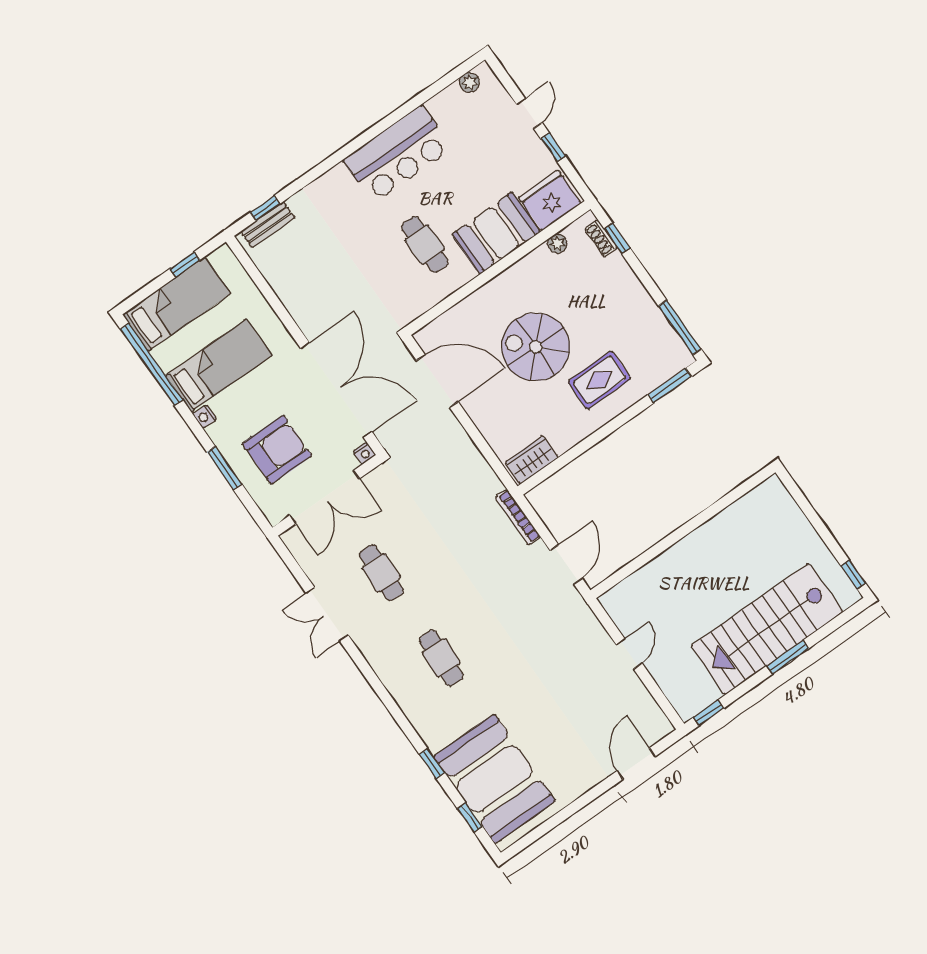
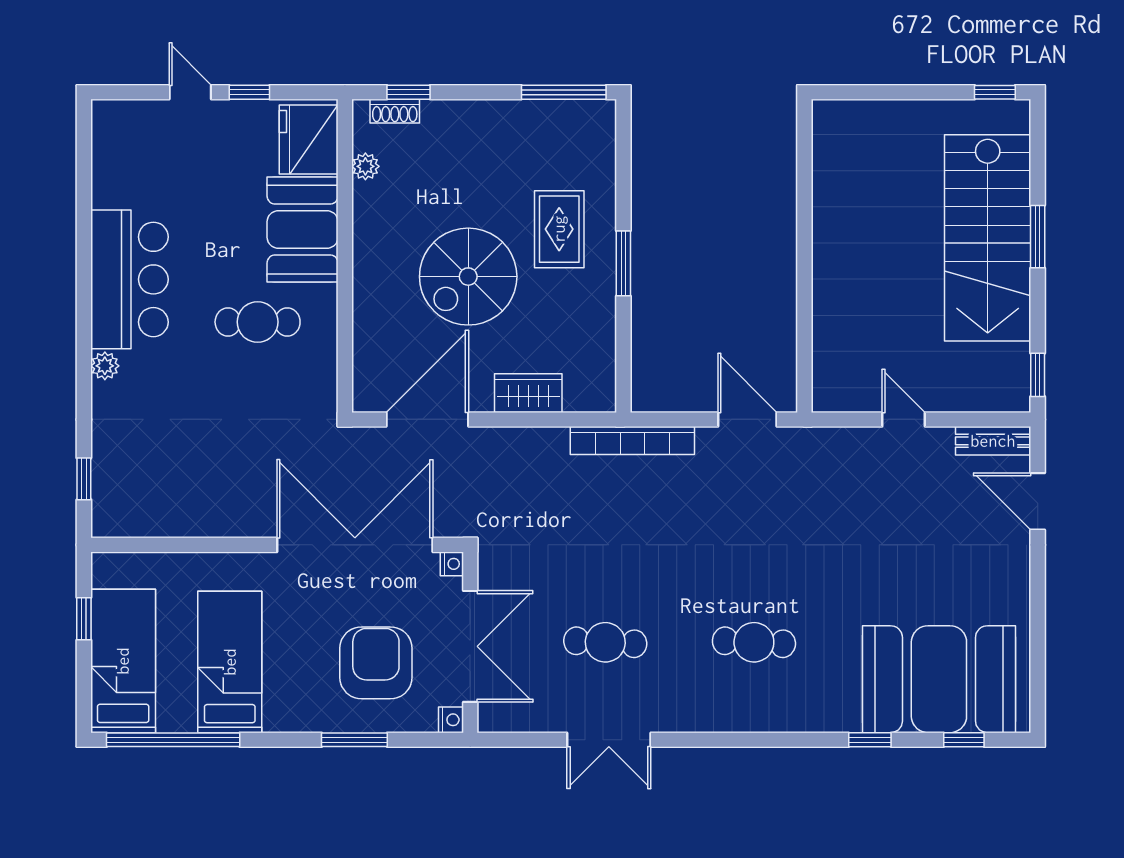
plant: (469, 82) -> (105, 366), moved
bench: (268, 224) -> (993, 441), moved, turned 90
window: (670, 386) -> (623, 263), moved
nightstand: (204, 416) -> (451, 720), moved, turned -90
wardrobe: (532, 460) -> (528, 393), moved, turned 90
bookcase: (518, 517) -> (632, 441), width x1.48, depth x1.31

